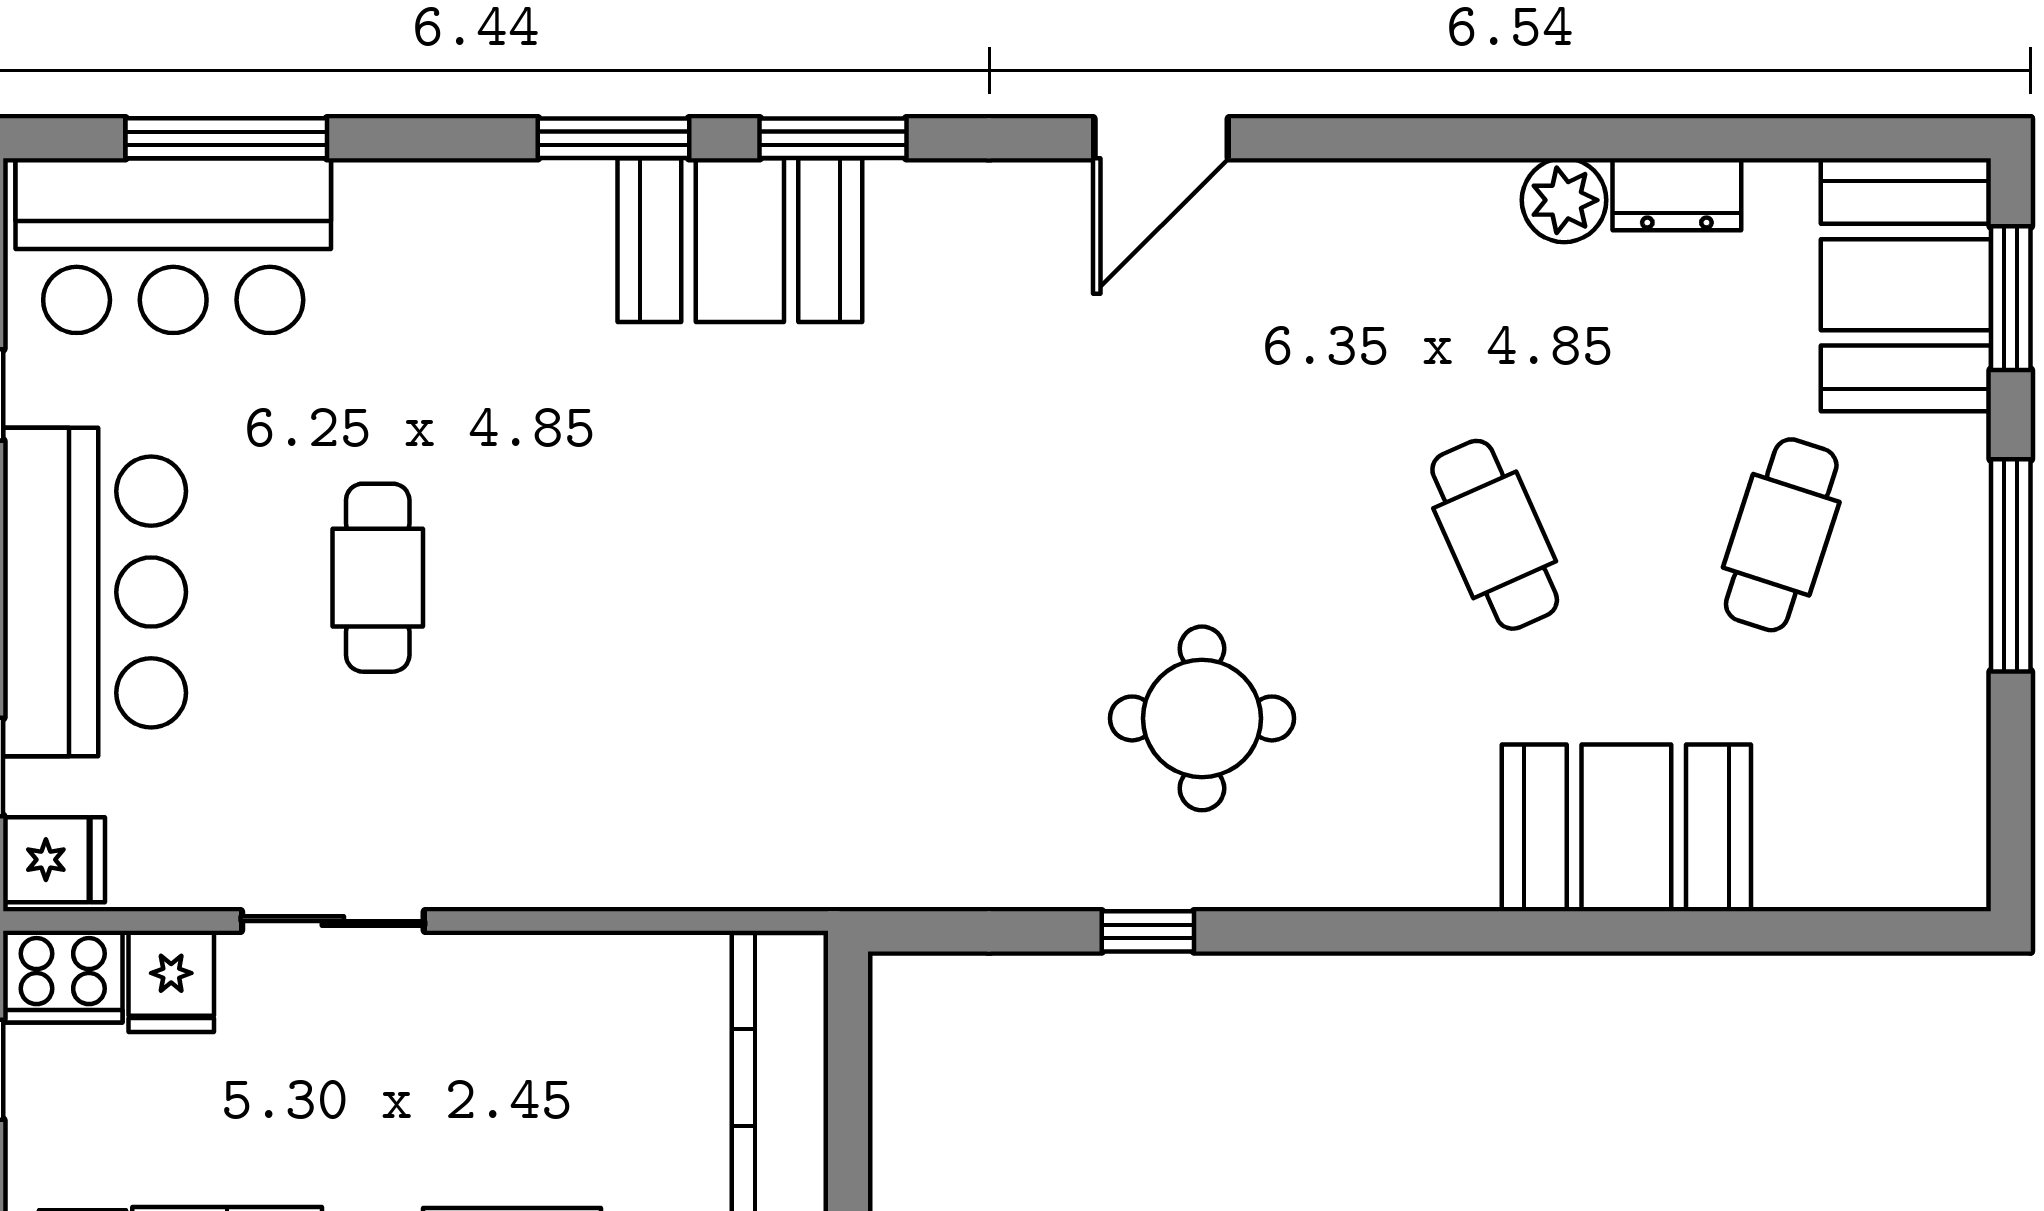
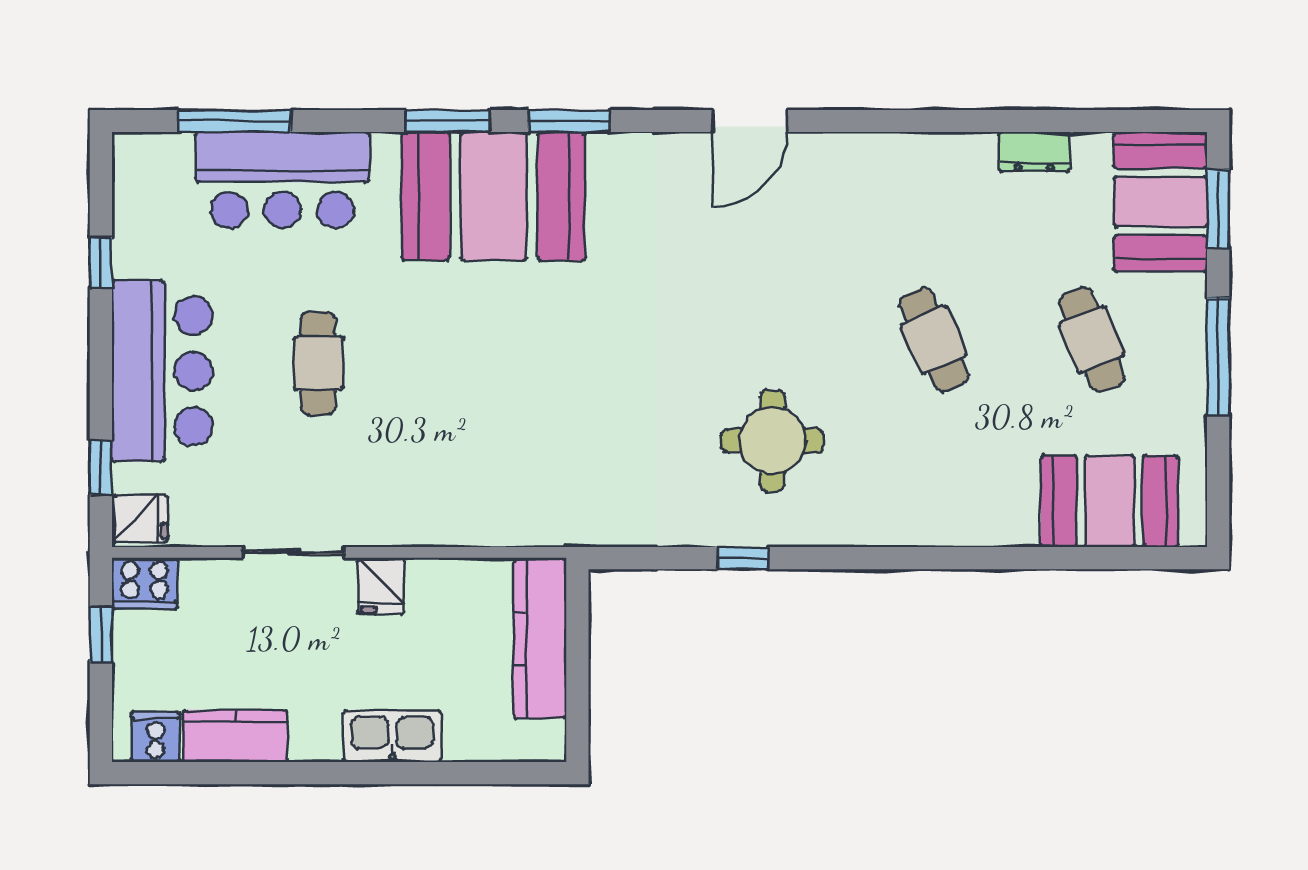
plant: (1564, 200) -> (972, 155), removed
booth: (740, 240) -> (493, 196), width x1.36, depth x1.42
bar counter: (173, 246) -> (282, 180), moved
cafe table: (1781, 535) -> (1092, 340), turned -39
booth: (1626, 828) -> (1110, 501), moved
fridge: (171, 981) -> (381, 586), moved

